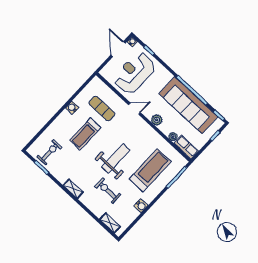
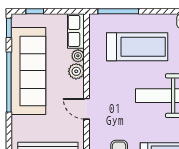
door: (134, 109) -> (86, 109), moved
plant: (157, 120) -> (76, 71), moved
treadmill: (150, 170) -> (137, 47), turned 180

